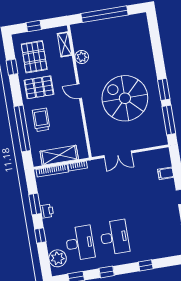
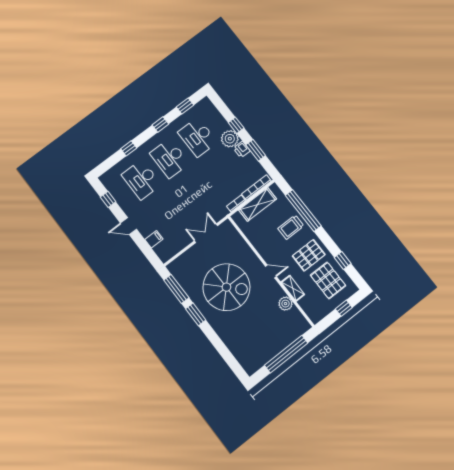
shelving: (65, 44) -> (293, 288), moved
trolley: (41, 120) -> (291, 227), turned 90
desk: (149, 231) -> (141, 180), added
plant: (58, 258) -> (230, 139), moved

